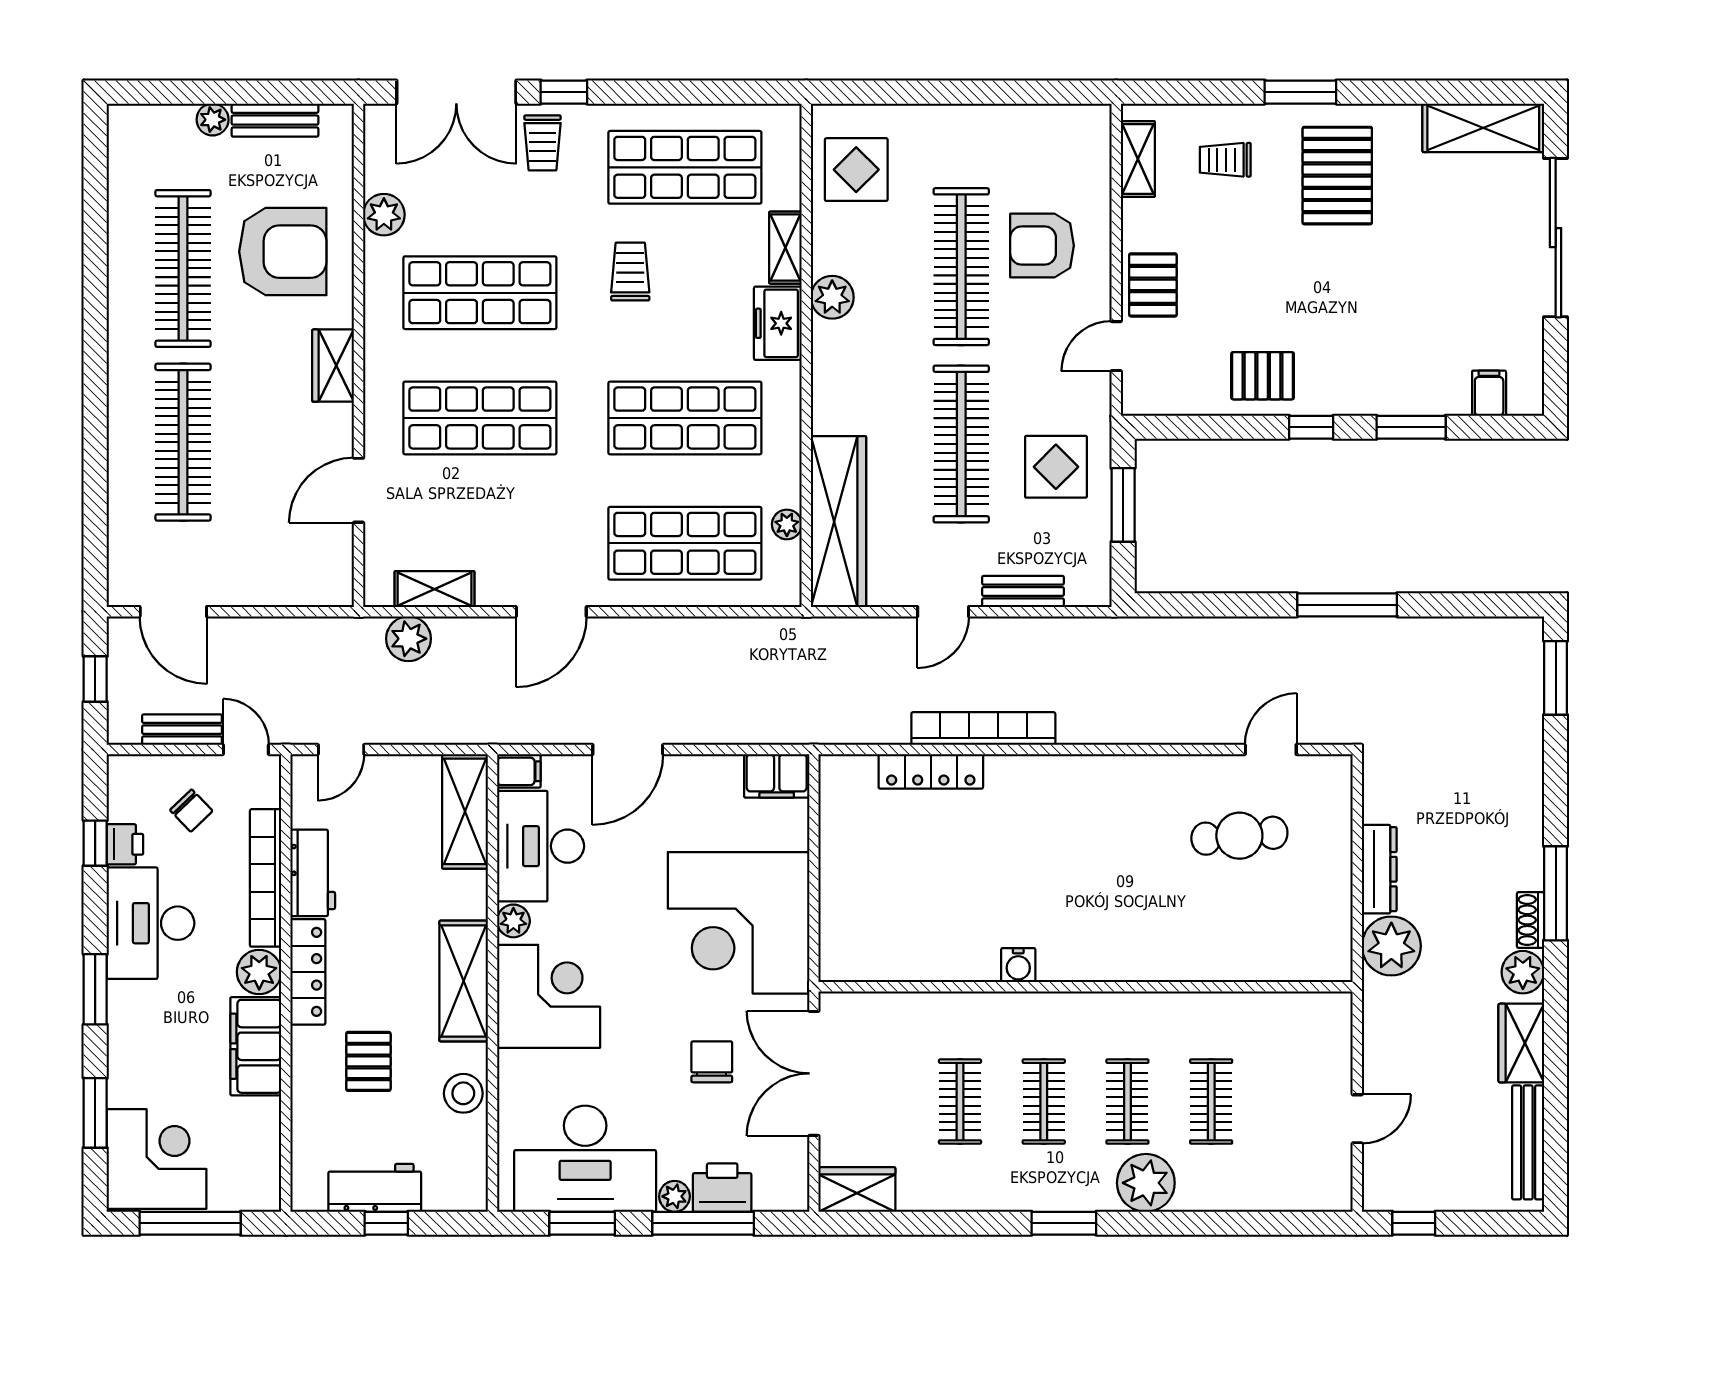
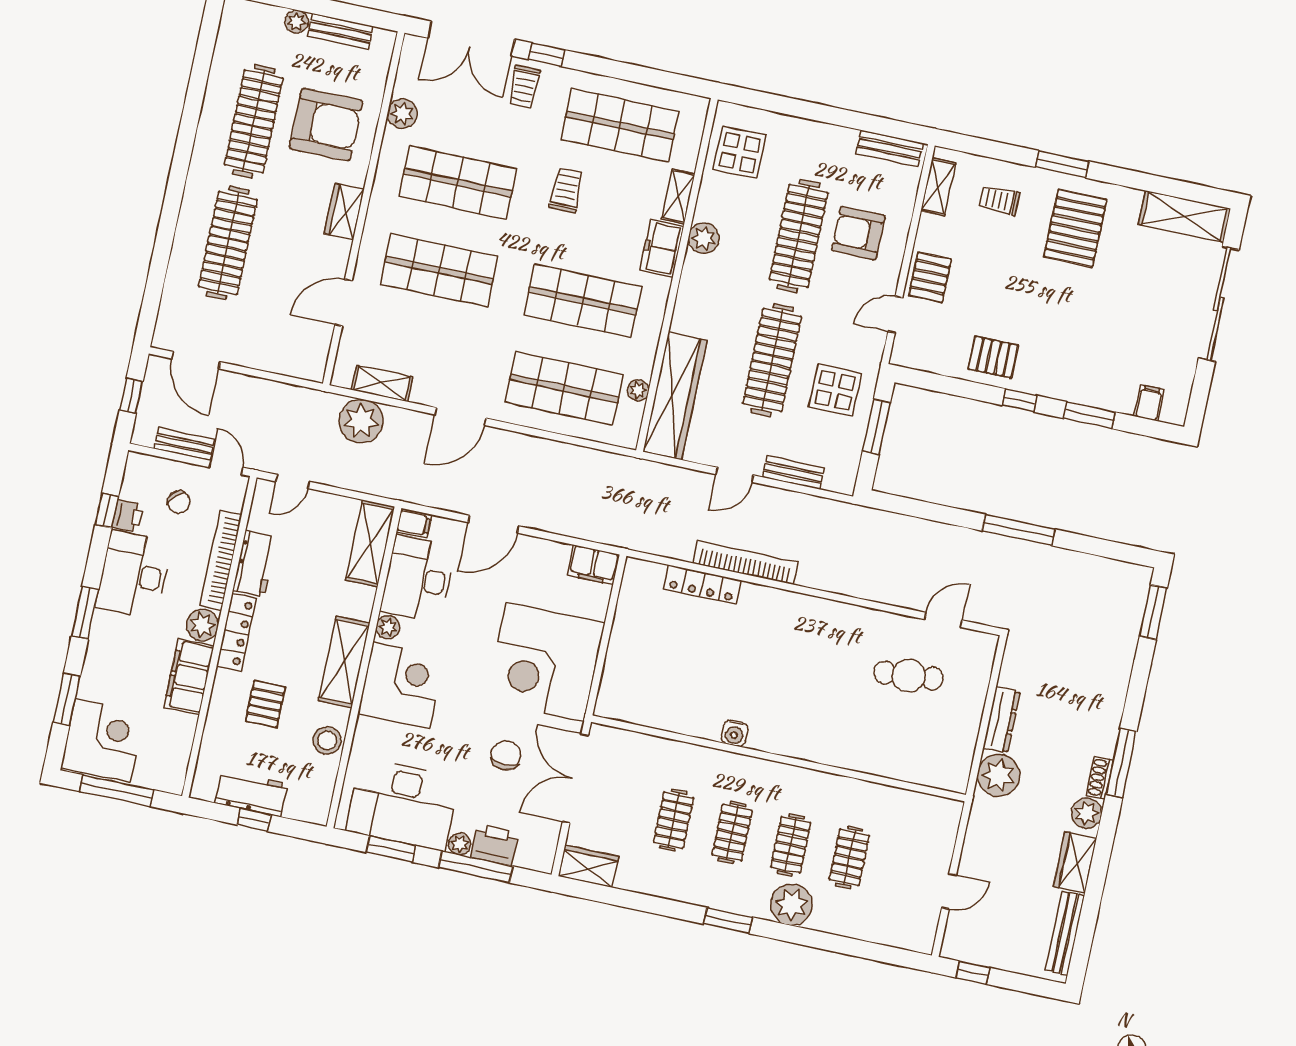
bench: (1060, 120) -> (889, 148), added
plant: (408, 639) -> (361, 421), width x1.36, depth x1.36

